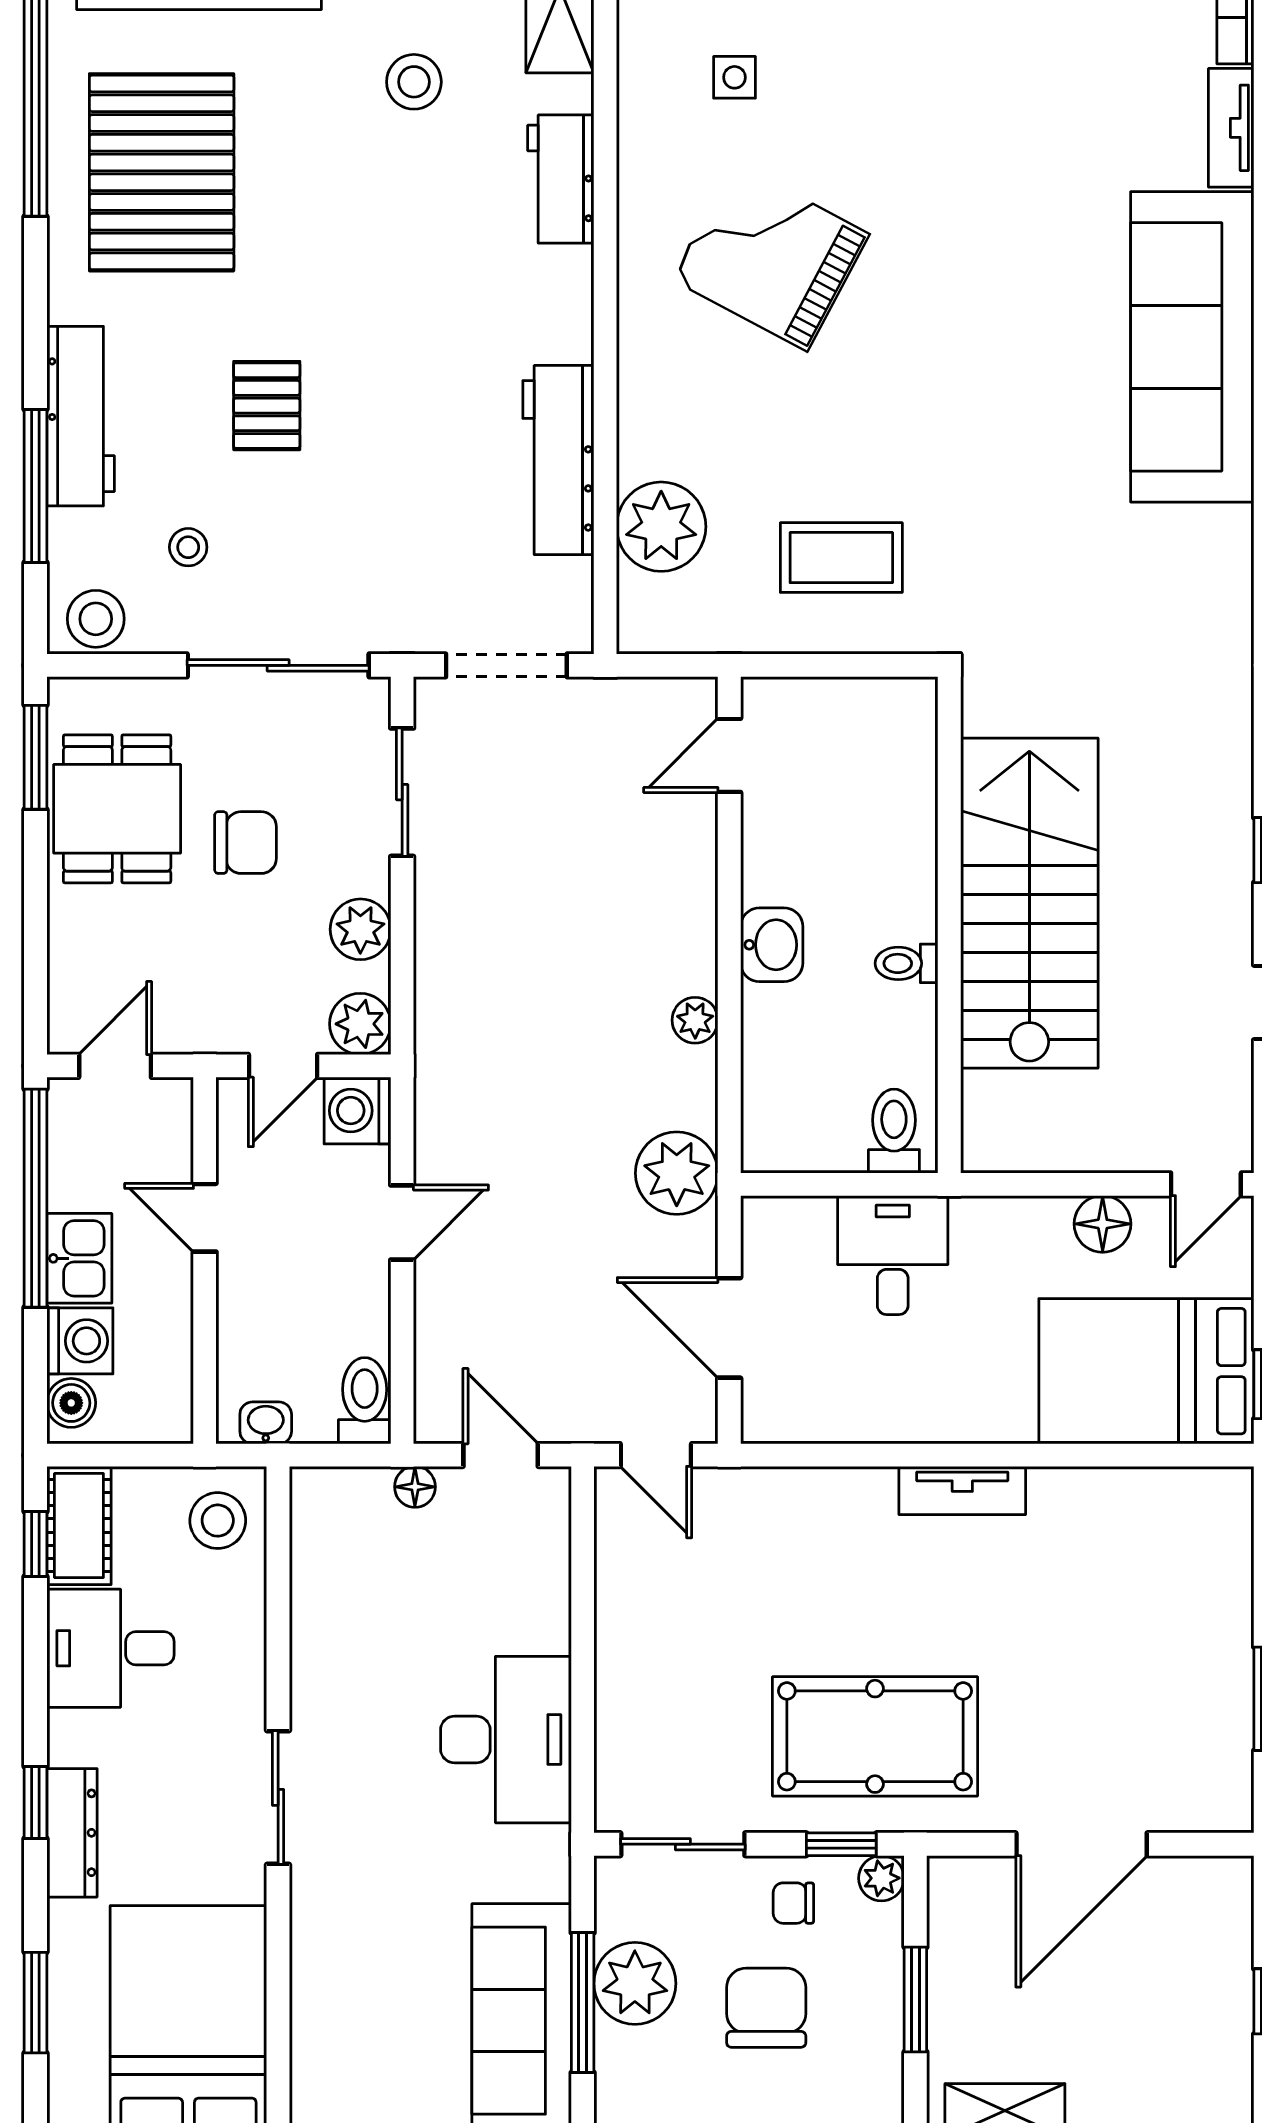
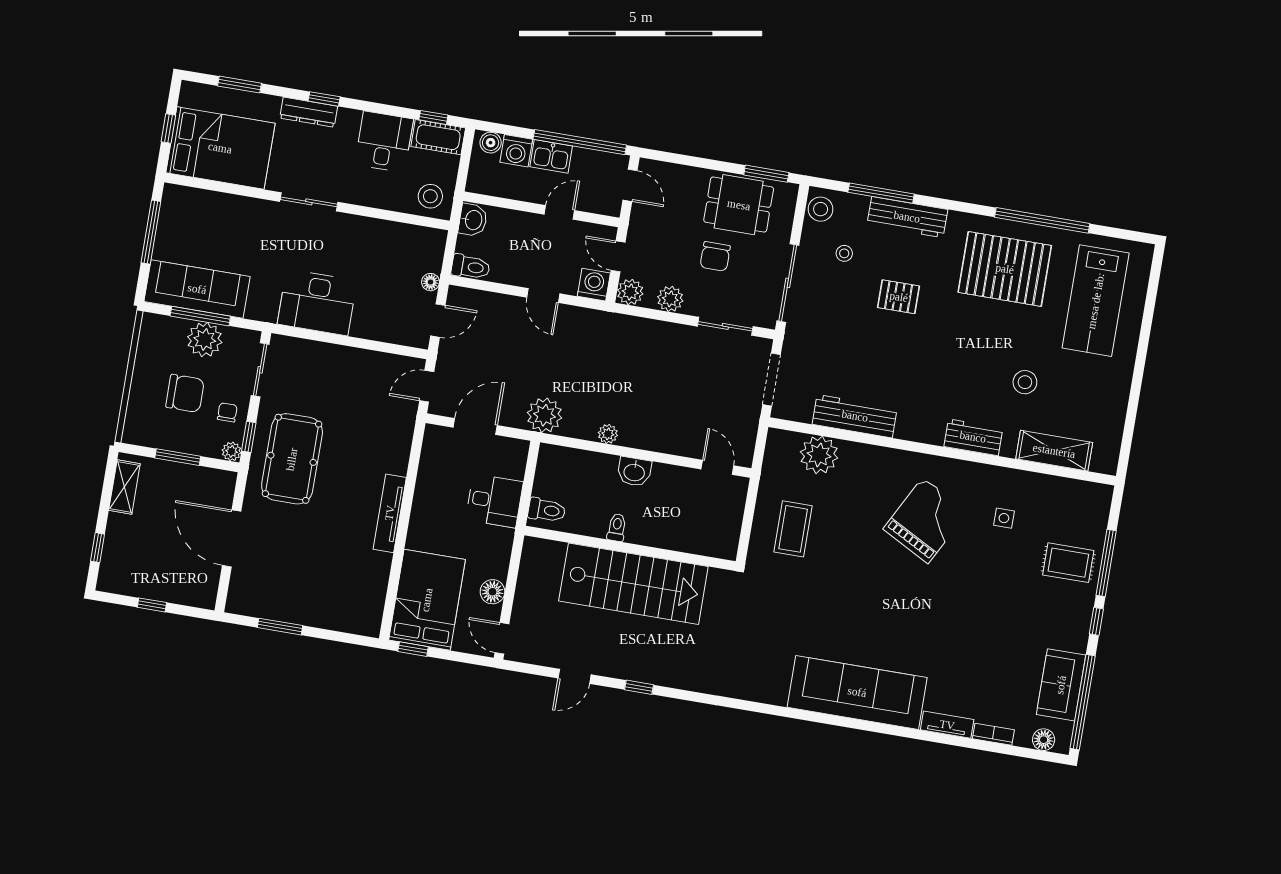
washbasin: (266, 1423) -> (473, 220), width x1.38, depth x1.45
tv unit: (962, 1490) -> (390, 513), width x1.41

